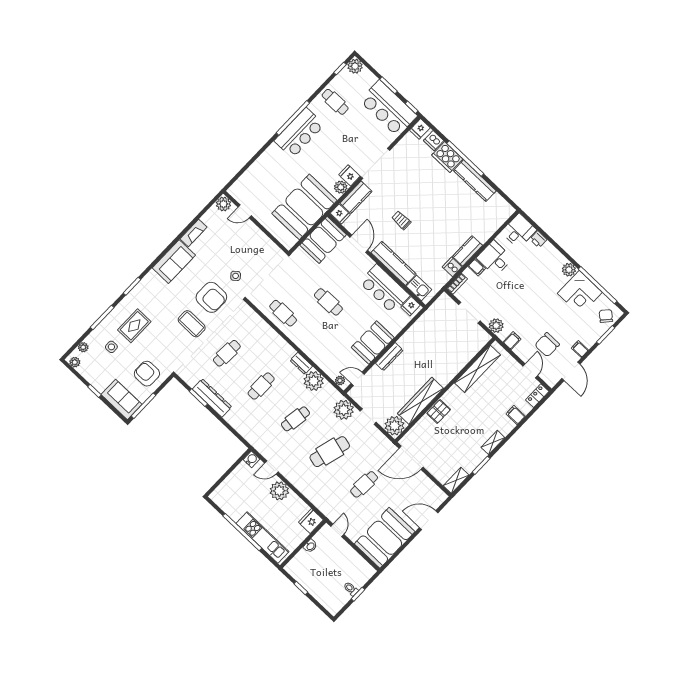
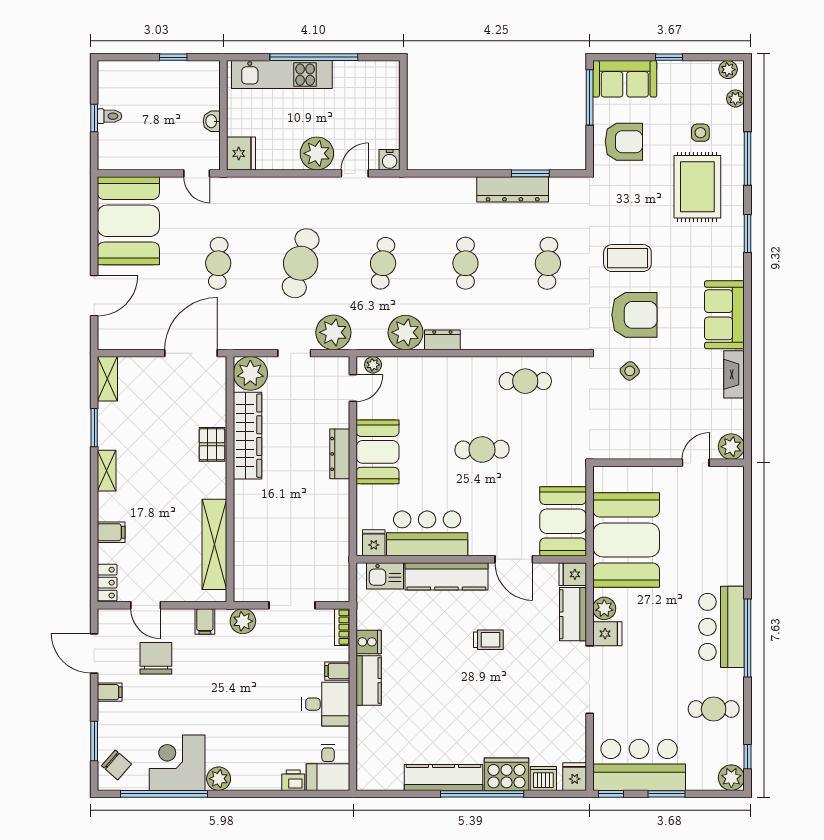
armchair: (211, 297) -> (634, 315), turned 180
rug: (134, 326) -> (697, 187), width x1.36, depth x1.43

